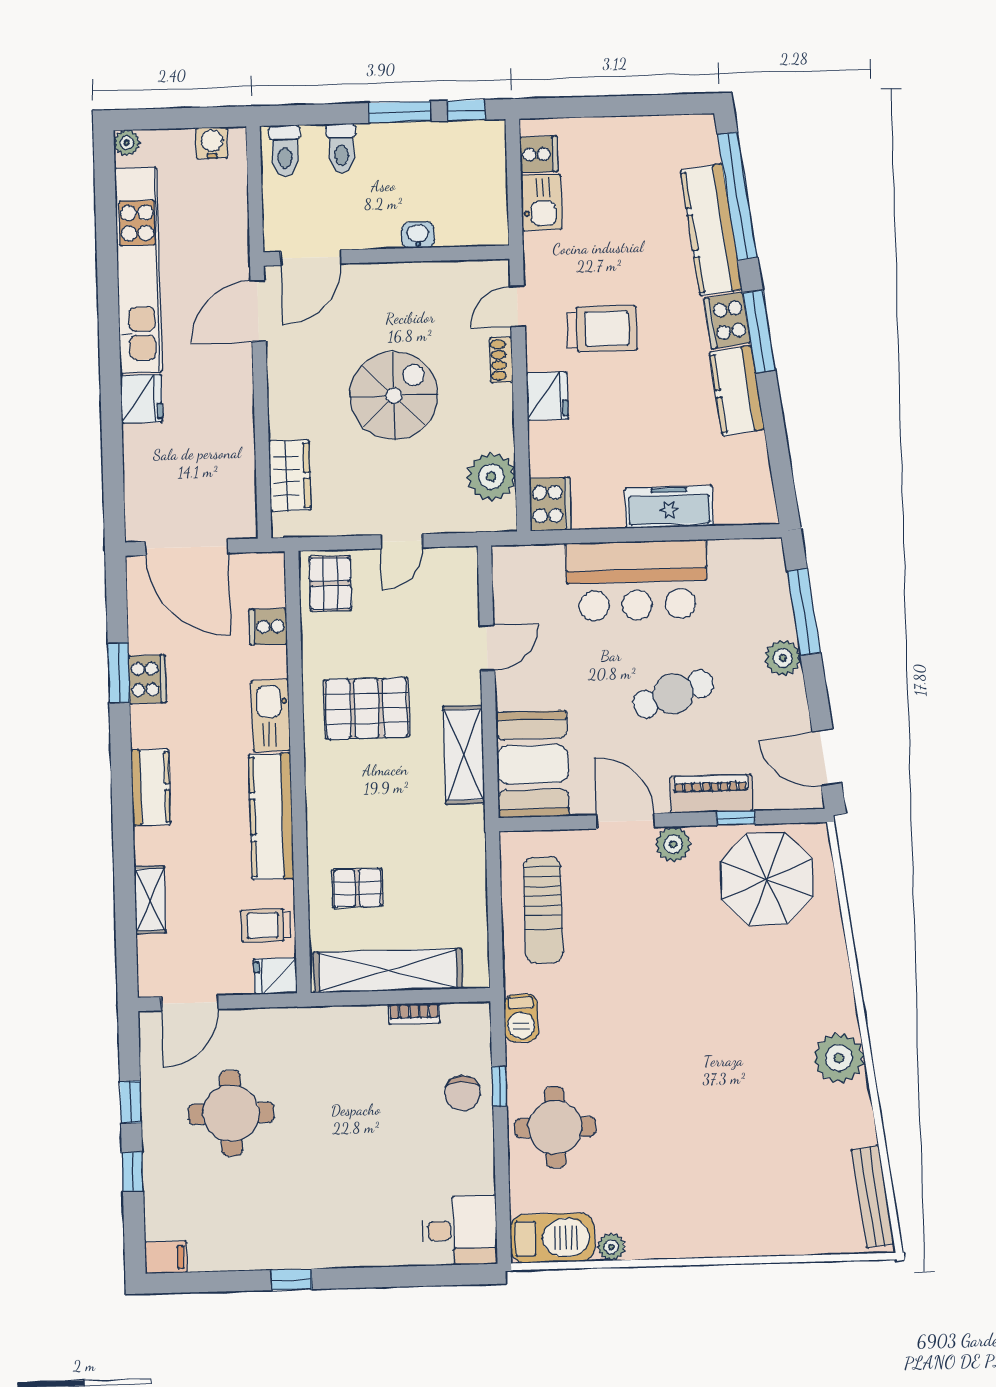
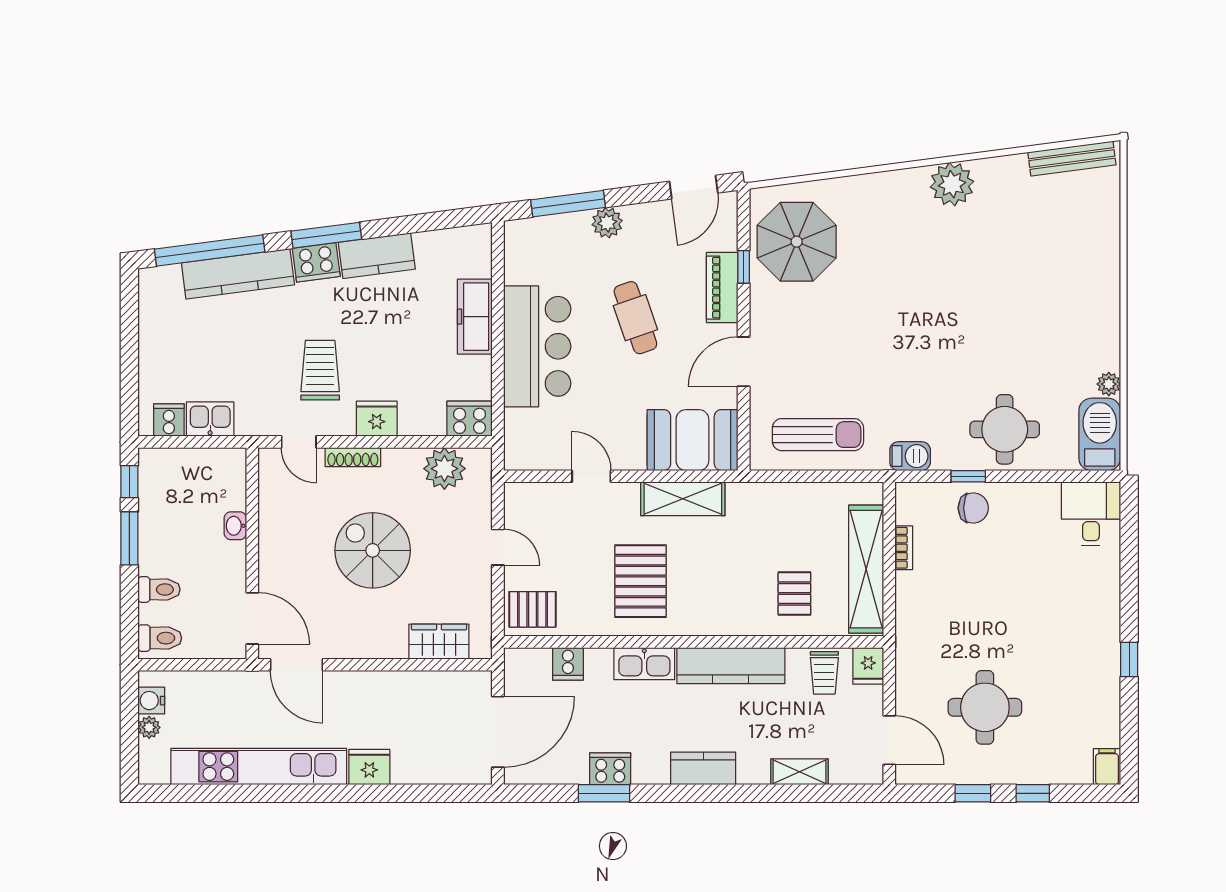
plant: (127, 143) -> (149, 727), moved
shoe rack: (501, 360) -> (353, 457), width x1.43
plant: (673, 844) -> (765, 321), removed

